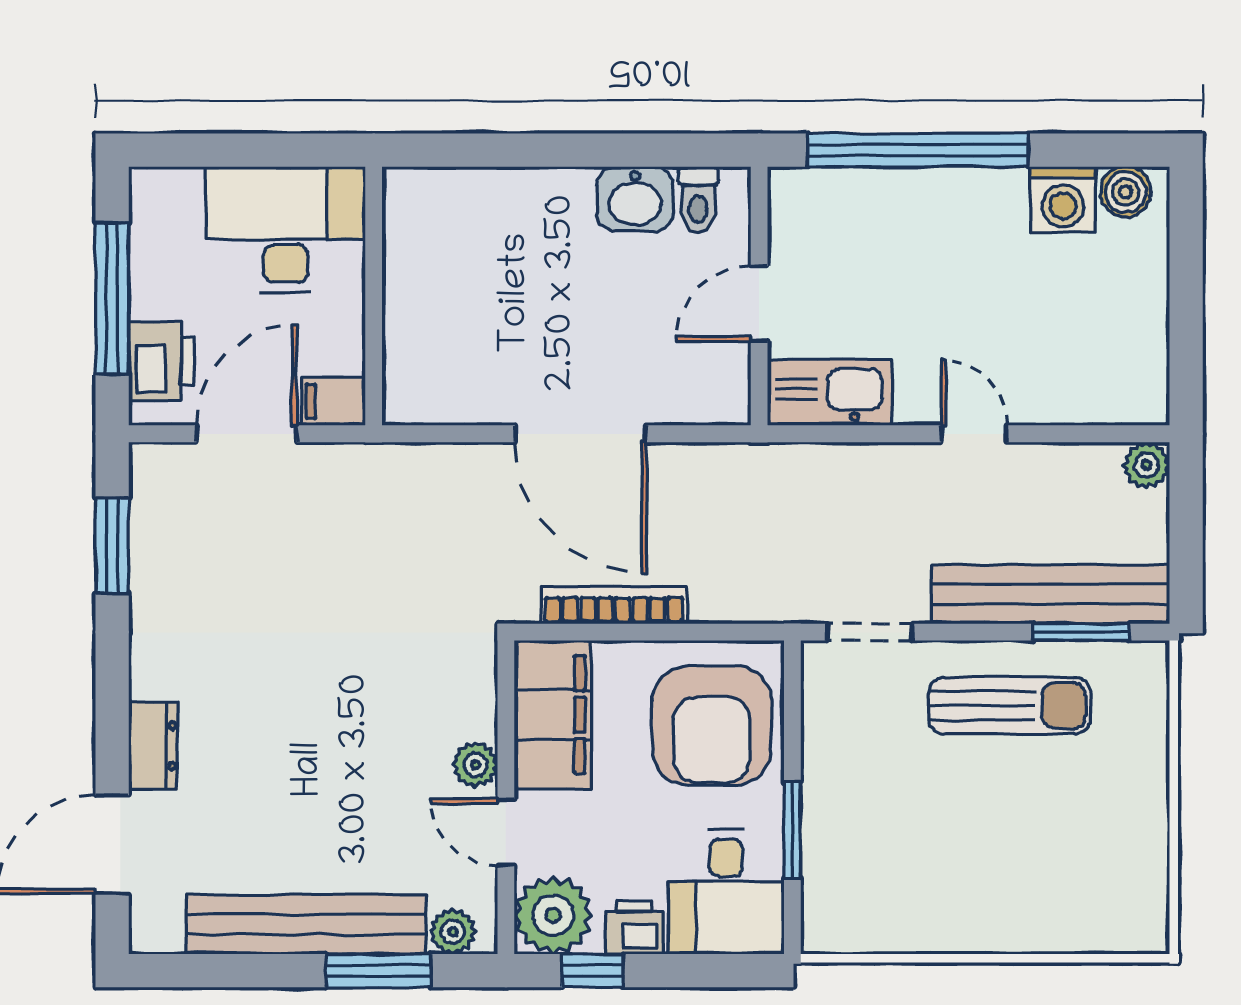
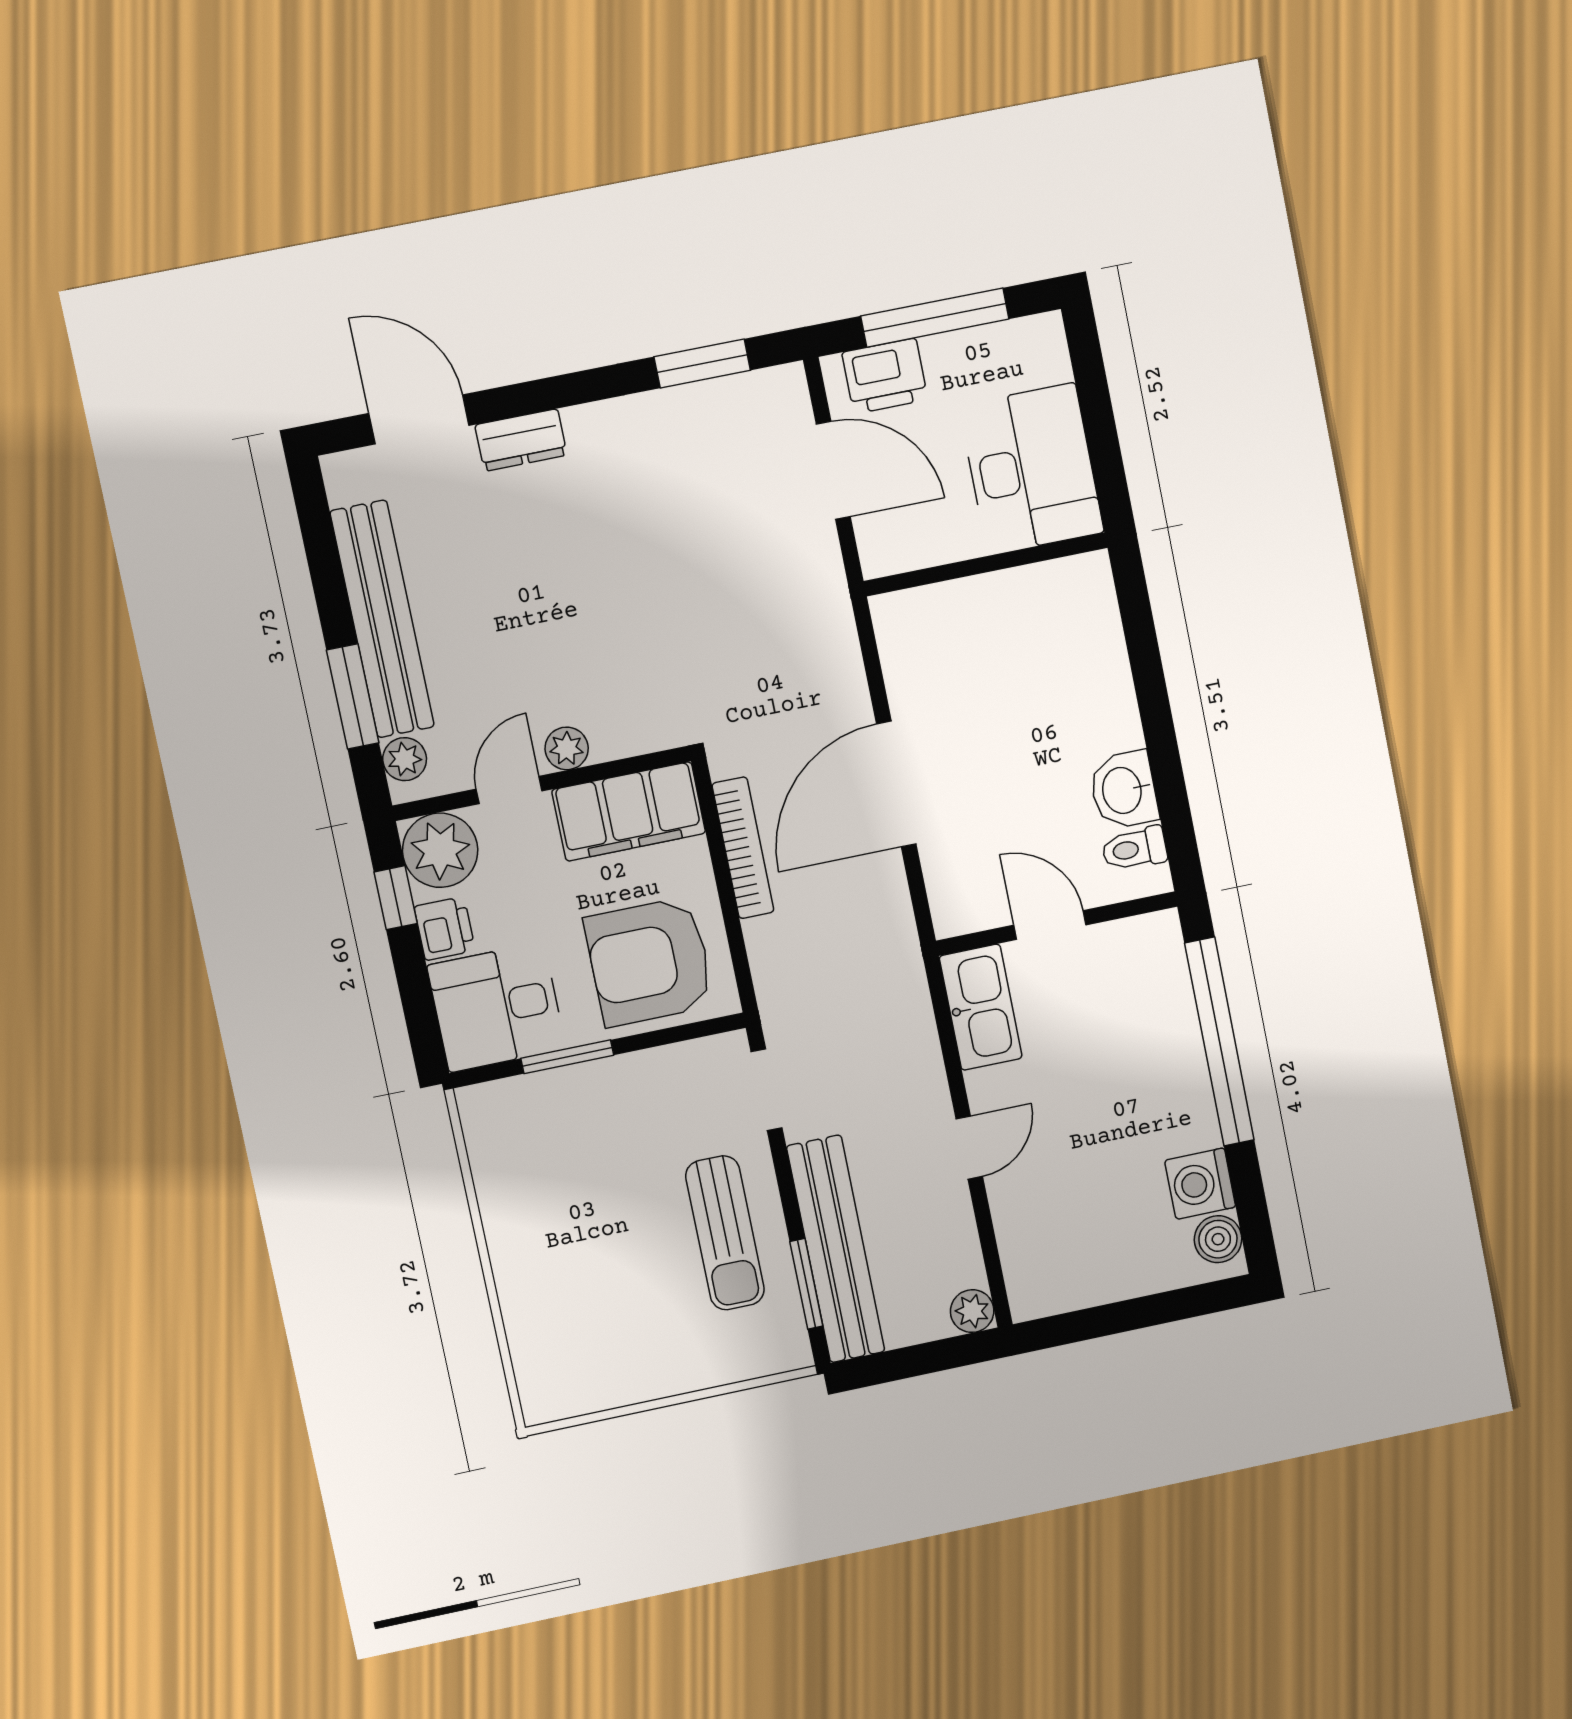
filing cabinet: (333, 401) -> (880, 546), removed

